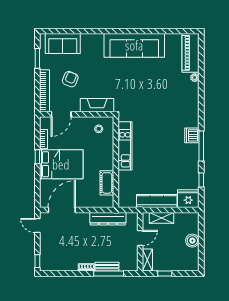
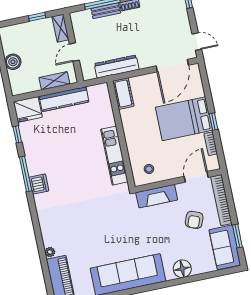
floor lamp: (88, 41) -> (182, 269), added
sofa: (63, 43) -> (225, 247), moved, turned -90
cot: (107, 183) -> (123, 94), moved

